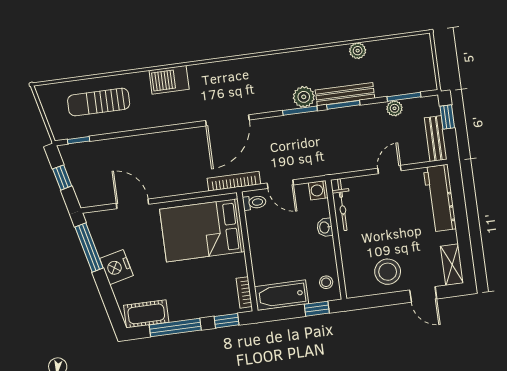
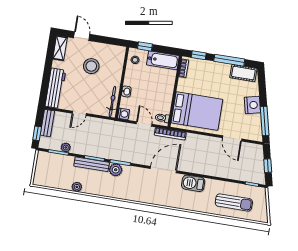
barbecue: (169, 80) -> (193, 183), moved, turned 180
stool: (388, 272) -> (91, 66), moved

